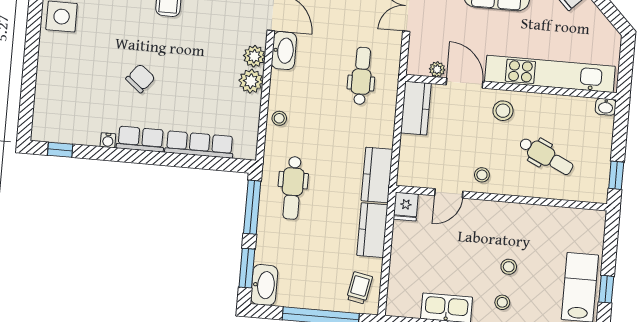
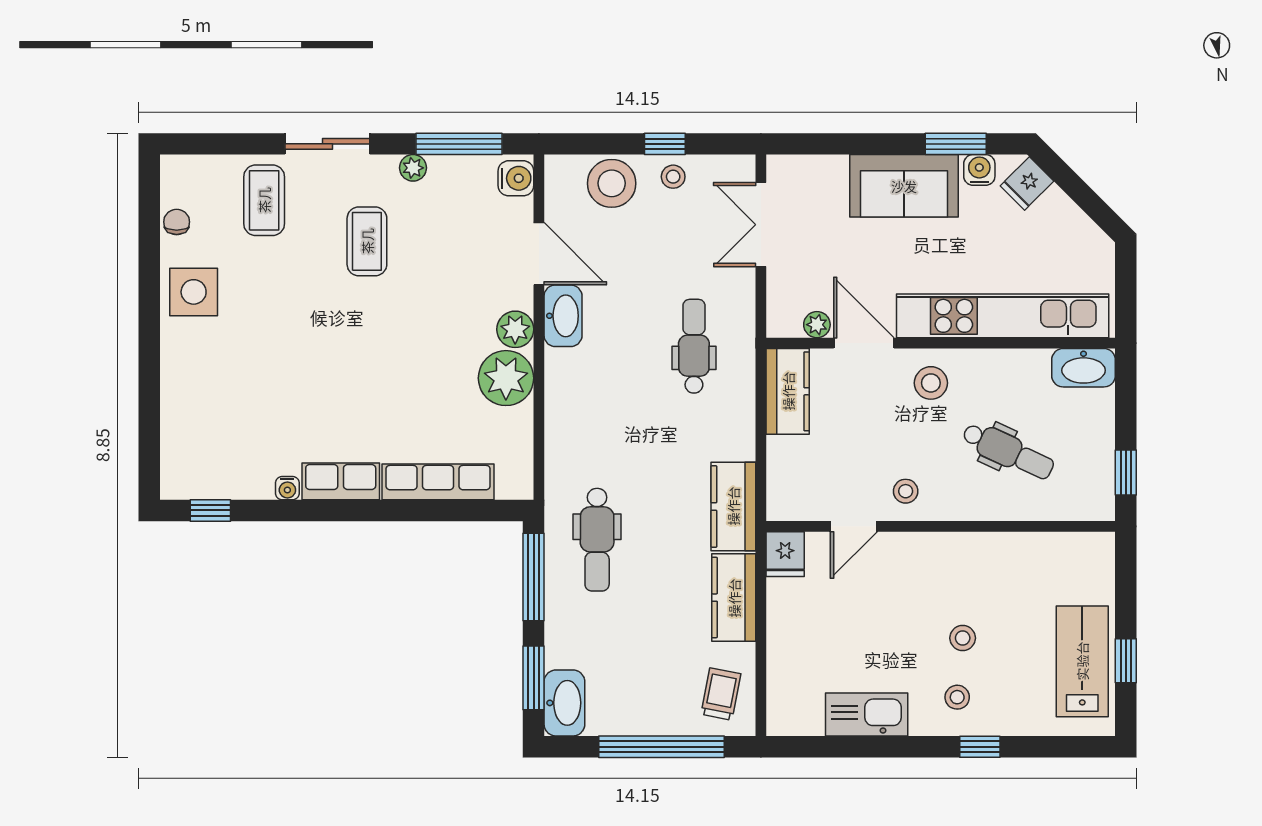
chair: (140, 78) -> (332, 382), removed
plant: (251, 81) -> (506, 378), width x1.36, depth x1.36
washbasin: (606, 107) -> (1084, 368), width x1.91, depth x1.45
stool: (279, 118) -> (565, 428), removed

